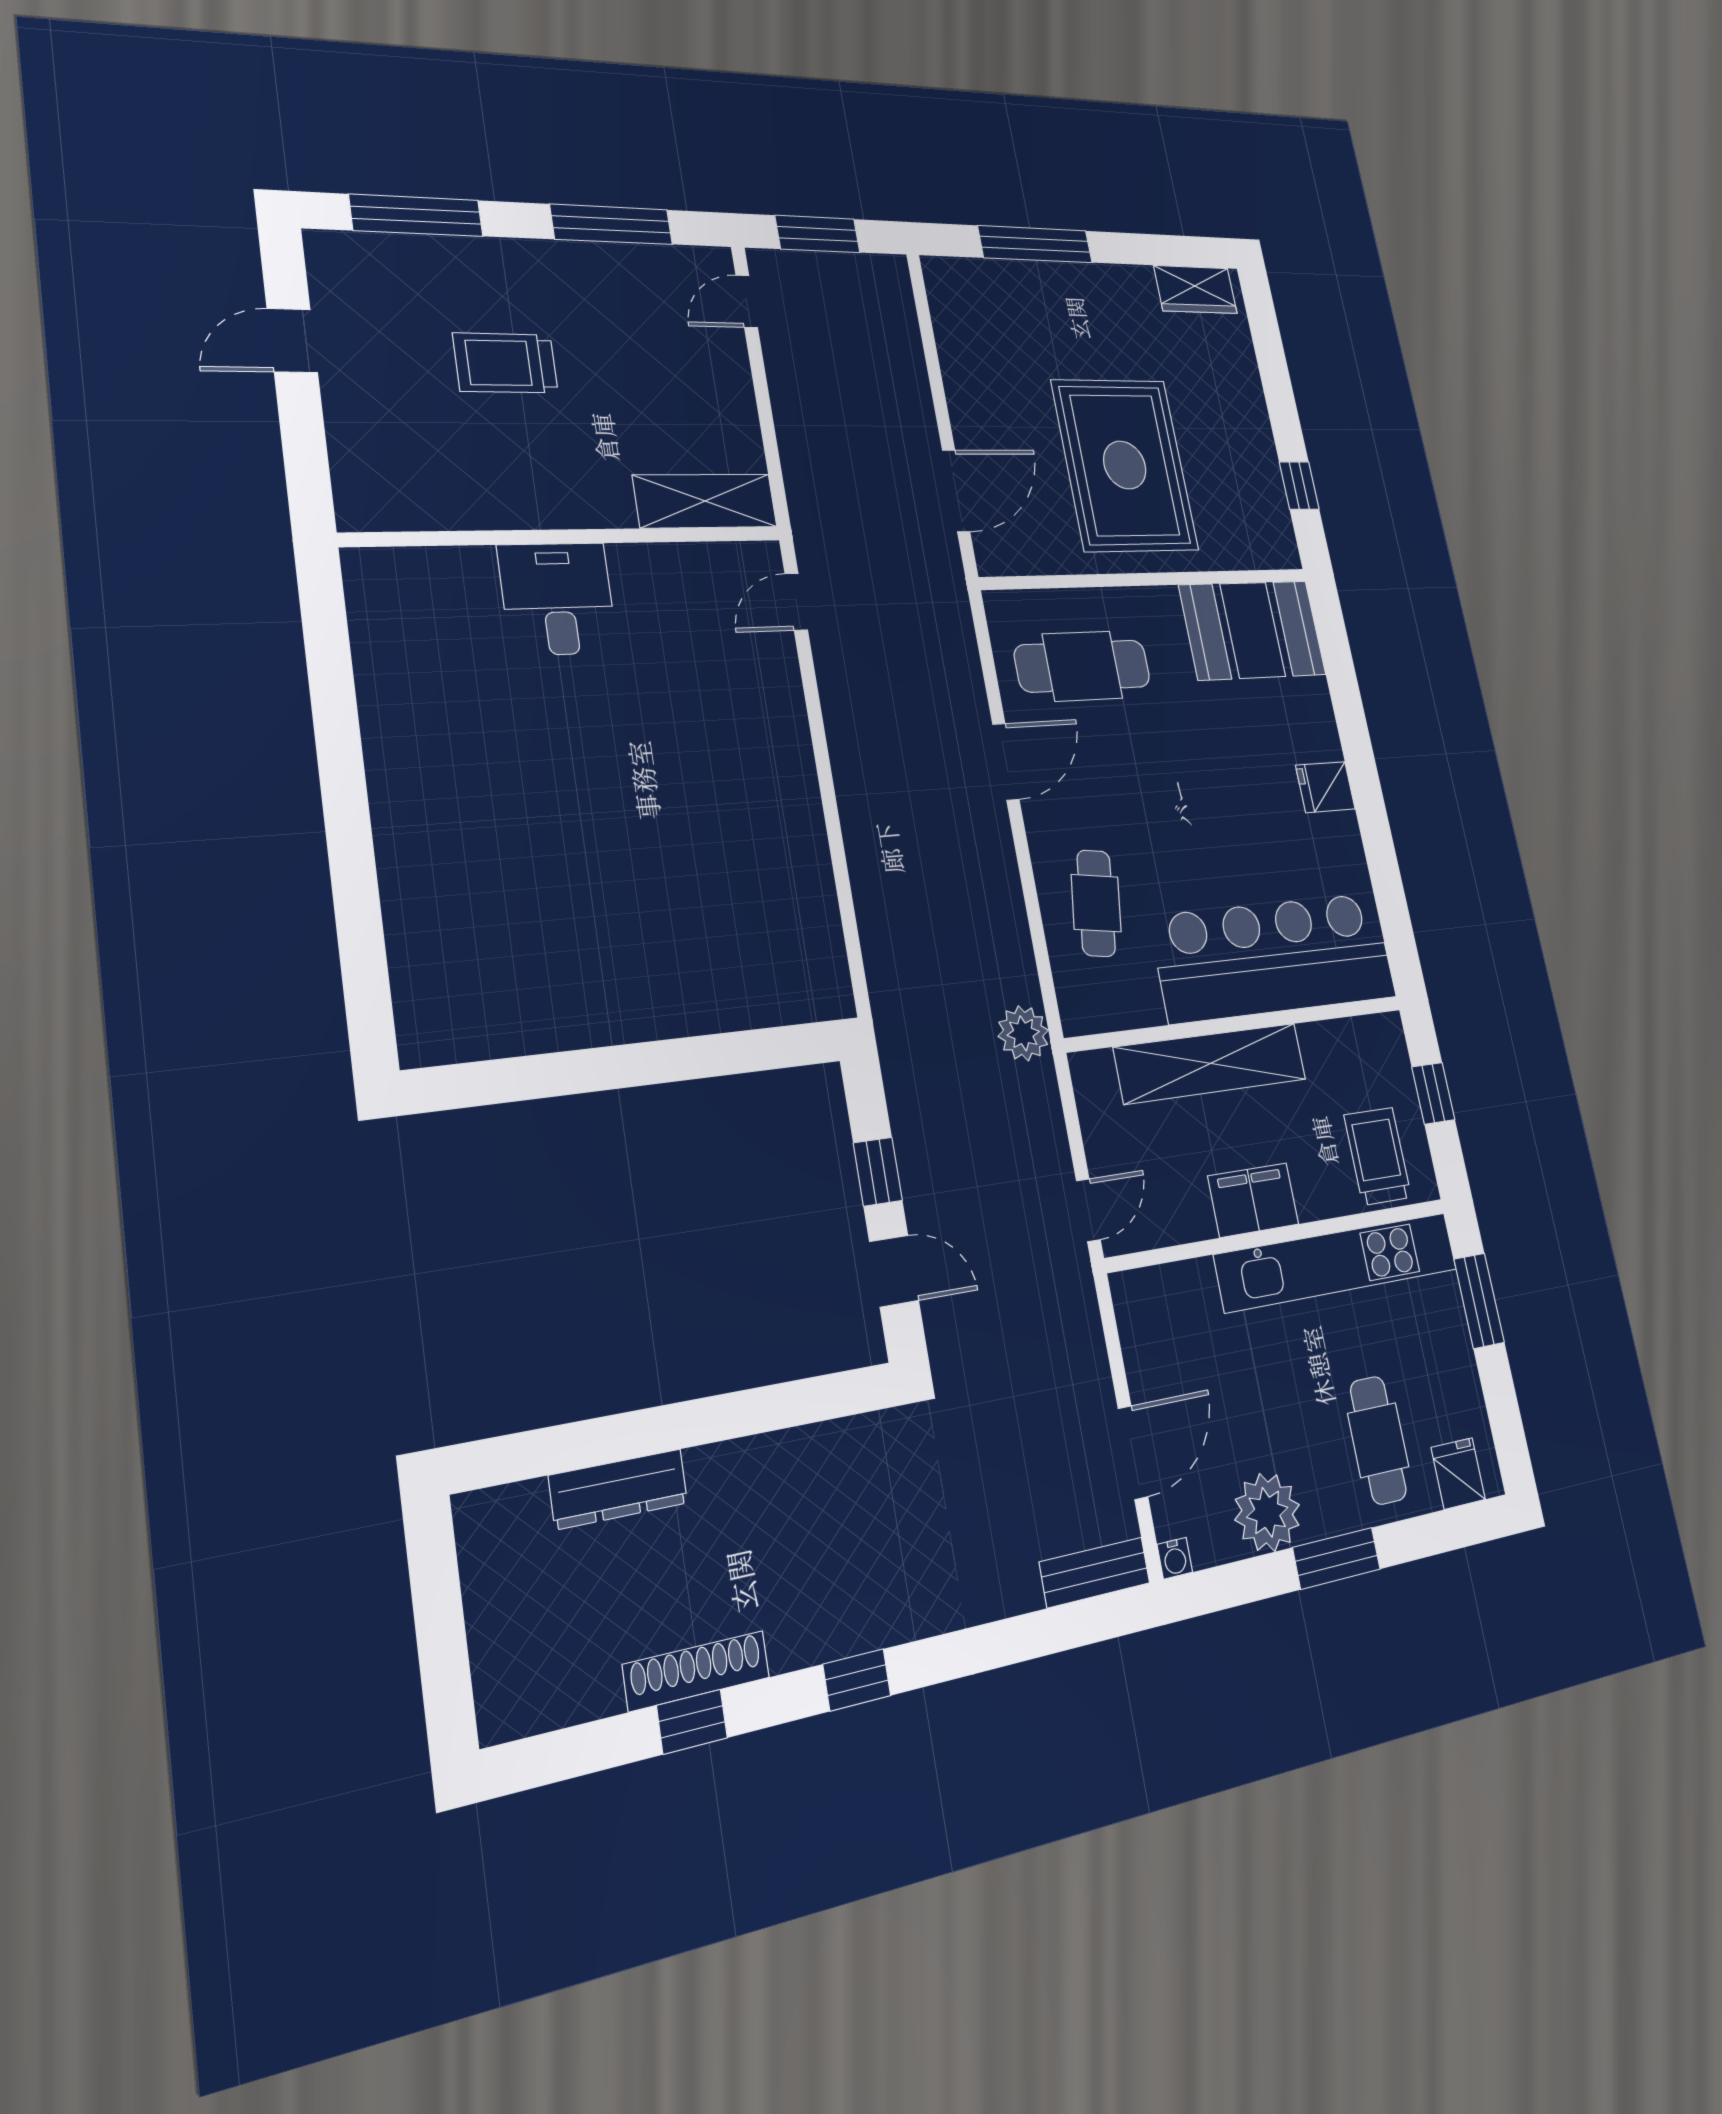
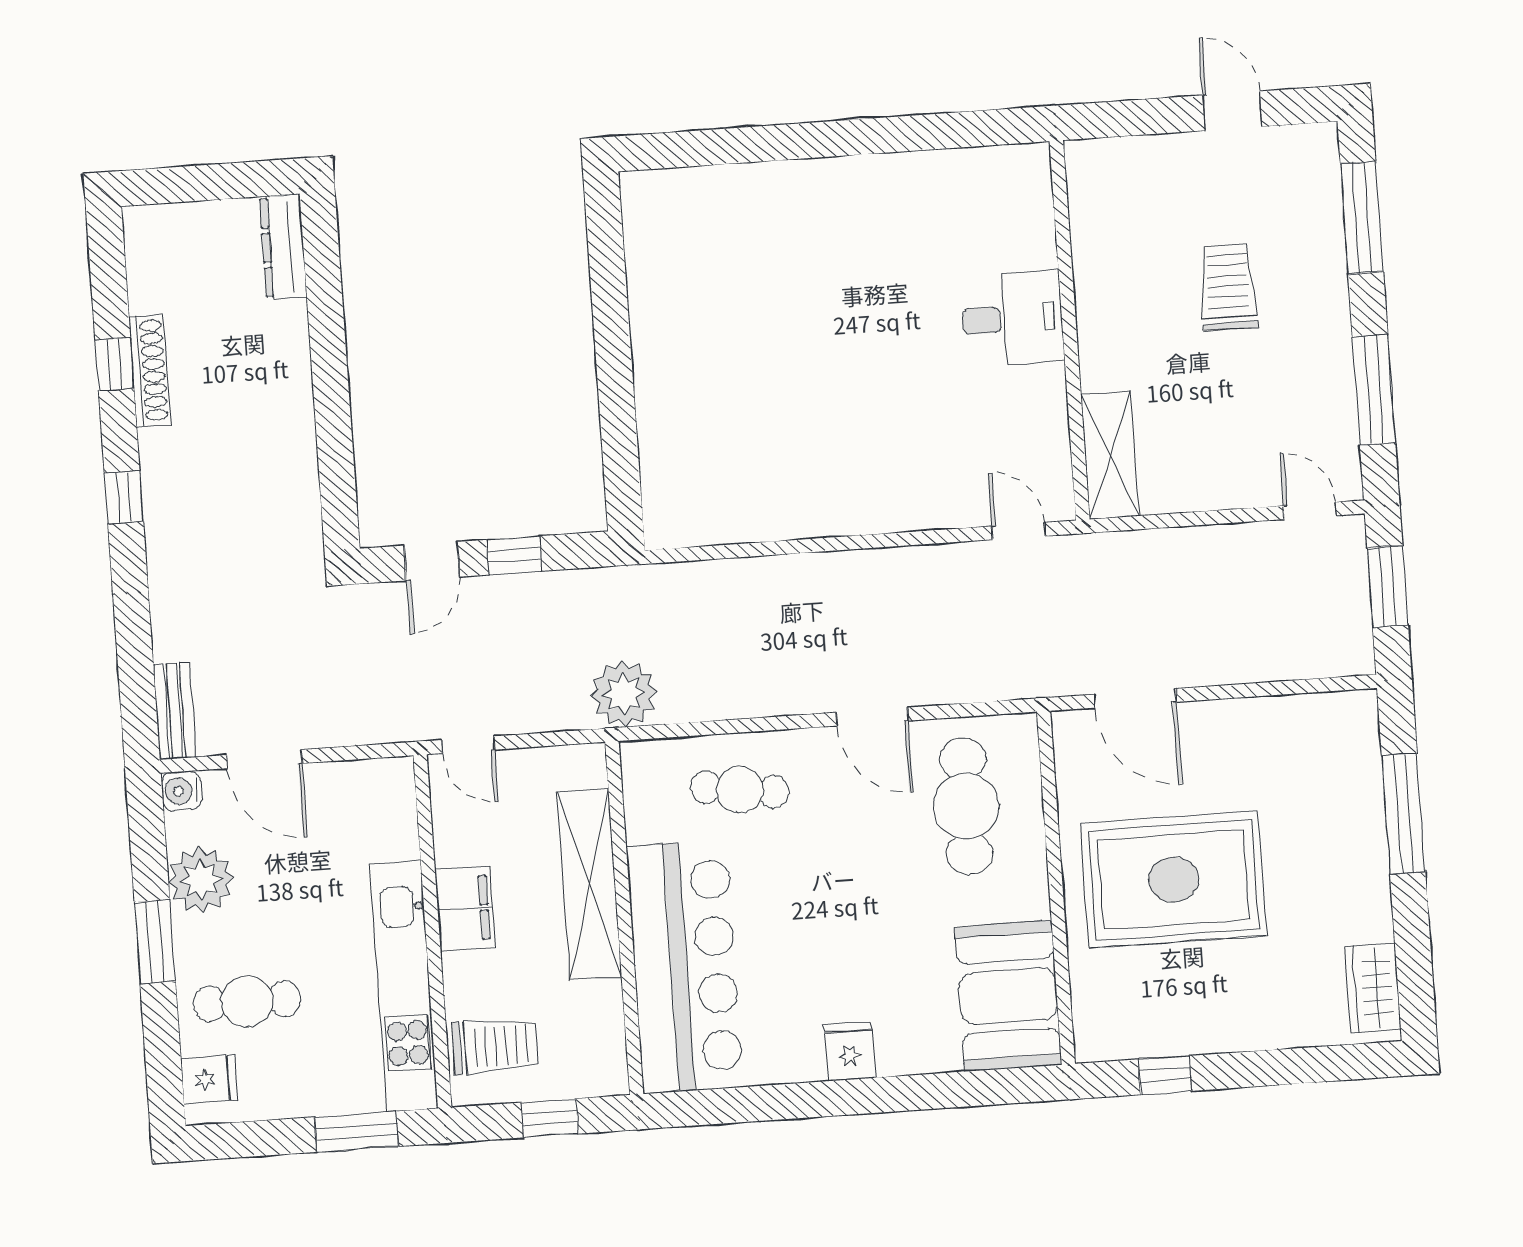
plant: (1023, 1033) -> (624, 694), width x1.36, depth x1.36
dresser: (618, 1489) -> (283, 247), moved
water cooler: (1175, 1558) -> (181, 791), width x1.38, depth x1.38

